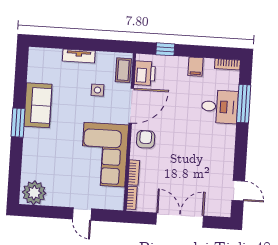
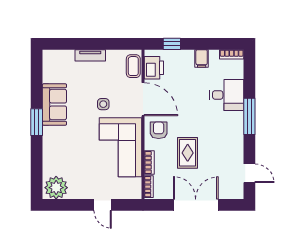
side table: (97, 90) -> (103, 104), moved
window: (244, 104) -> (249, 116), moved
door: (131, 106) -> (143, 99), hinge flipped
rug: (175, 165) -> (188, 153), added

